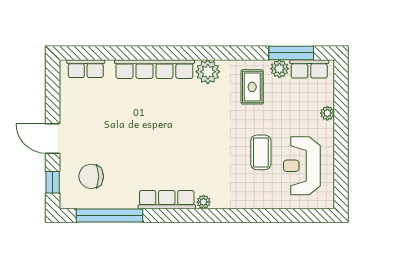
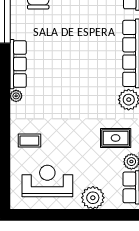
plant: (327, 113) -> (93, 198), width x1.88, depth x1.88
coffee table: (261, 152) -> (29, 141), moved, width x0.73, depth x0.77

